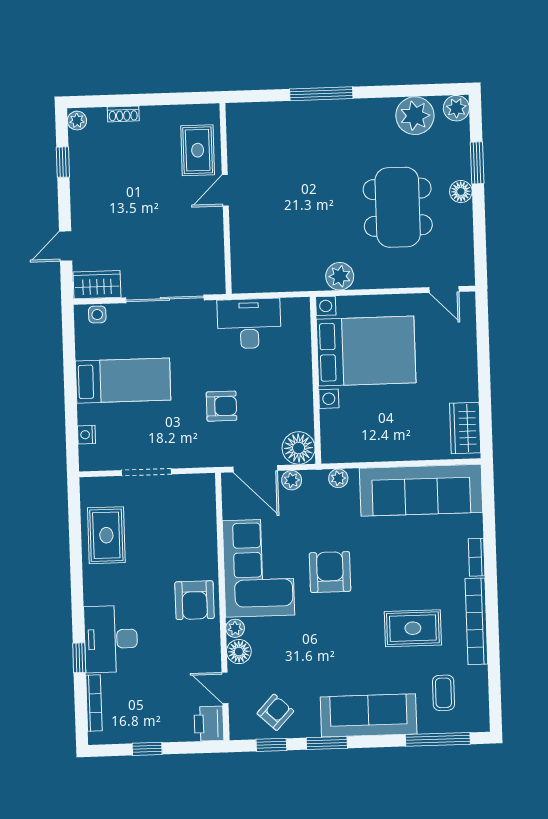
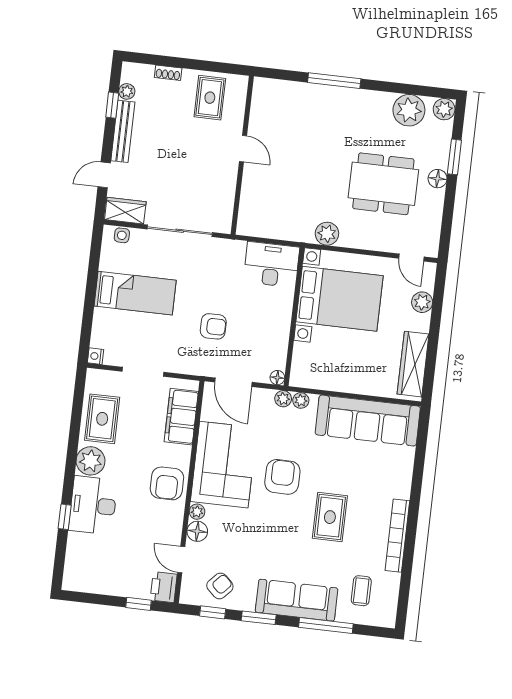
plant: (77, 121) -> (127, 91), moved
rug: (198, 150) -> (210, 98), moved
door: (225, 190) -> (243, 149), swing flipped
bench: (80, 191) -> (123, 131), added
dining table: (398, 207) -> (383, 184), turned 90
desk: (249, 324) -> (271, 264), moved
plant: (465, 341) -> (422, 302), added
wardrobe: (465, 428) -> (413, 364), width x1.50
nightstand: (87, 435) -> (96, 356), moved
floor lamp: (299, 448) -> (277, 378), width x0.53, depth x0.53
plant: (292, 480) -> (283, 399), moved
filing cabinet: (200, 519) -> (181, 417), added
bookcase: (477, 557) -> (405, 483), removed
plant: (100, 587) -> (91, 461), added
rug: (413, 628) -> (330, 517), moved, turned 90
bookcase: (94, 703) -> (71, 556), removed
window: (438, 739) -> (326, 626), moved
window: (147, 749) -> (139, 604), moved

